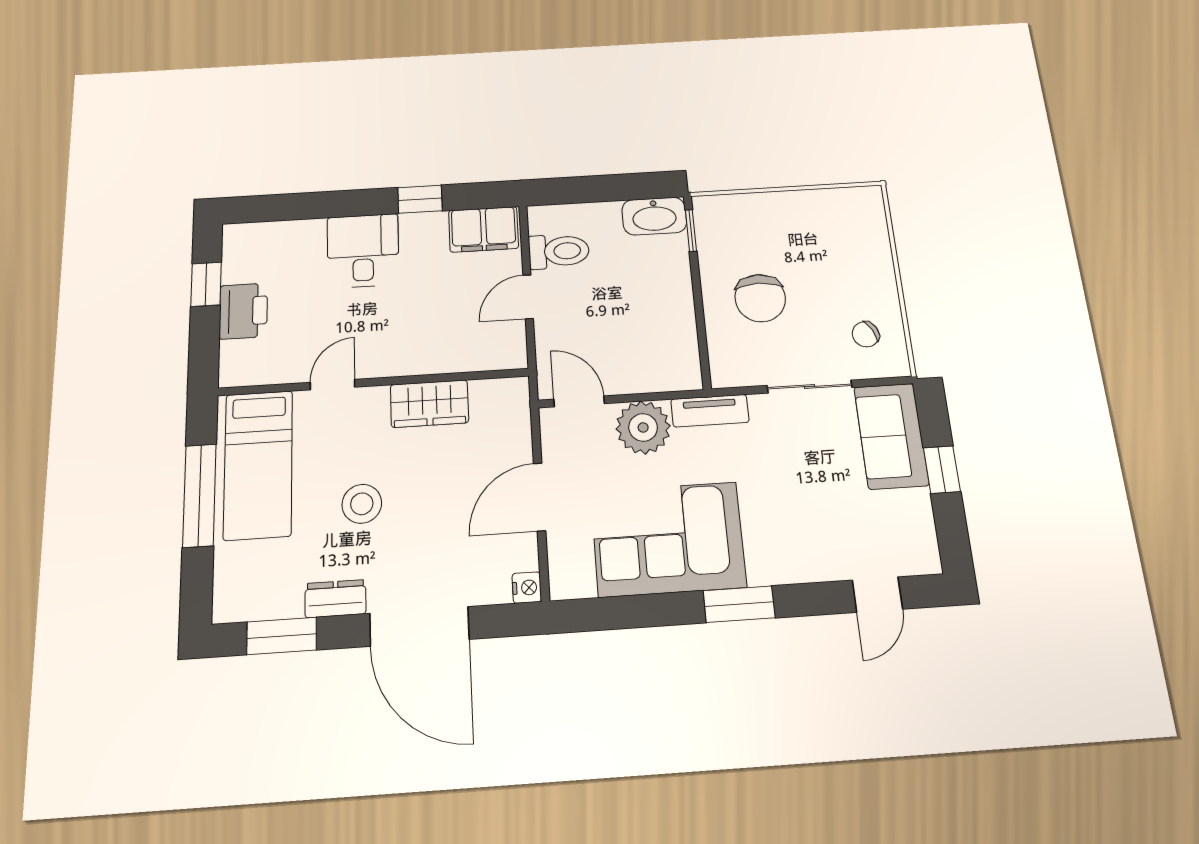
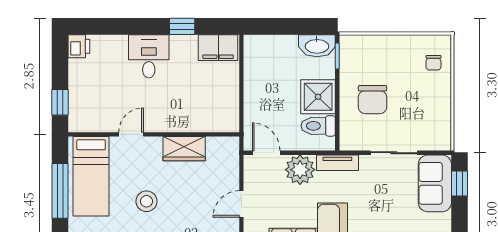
toilet: (559, 251) -> (318, 126), moved, turned 180
window: (206, 284) -> (60, 102), moved
door: (528, 297) -> (241, 90), removed
shower: (664, 299) -> (318, 97), added
printer: (243, 311) -> (79, 46), moved, width x0.73, depth x0.81
chair: (866, 334) -> (433, 63), moved, turned -62
window: (942, 470) -> (460, 184), moved
door: (540, 497) -> (241, 204), width x0.73

